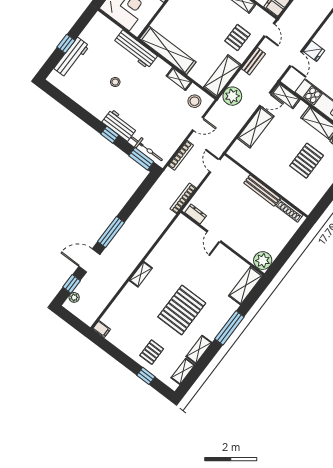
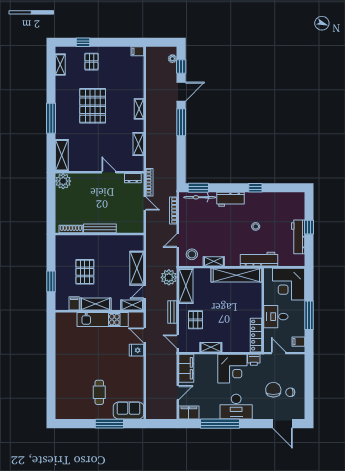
workbench: (72, 57) -> (298, 237), moved
window: (110, 135) -> (255, 188), moved
door: (215, 166) -> (145, 204), moved
shelving: (199, 349) -> (138, 144), moved

